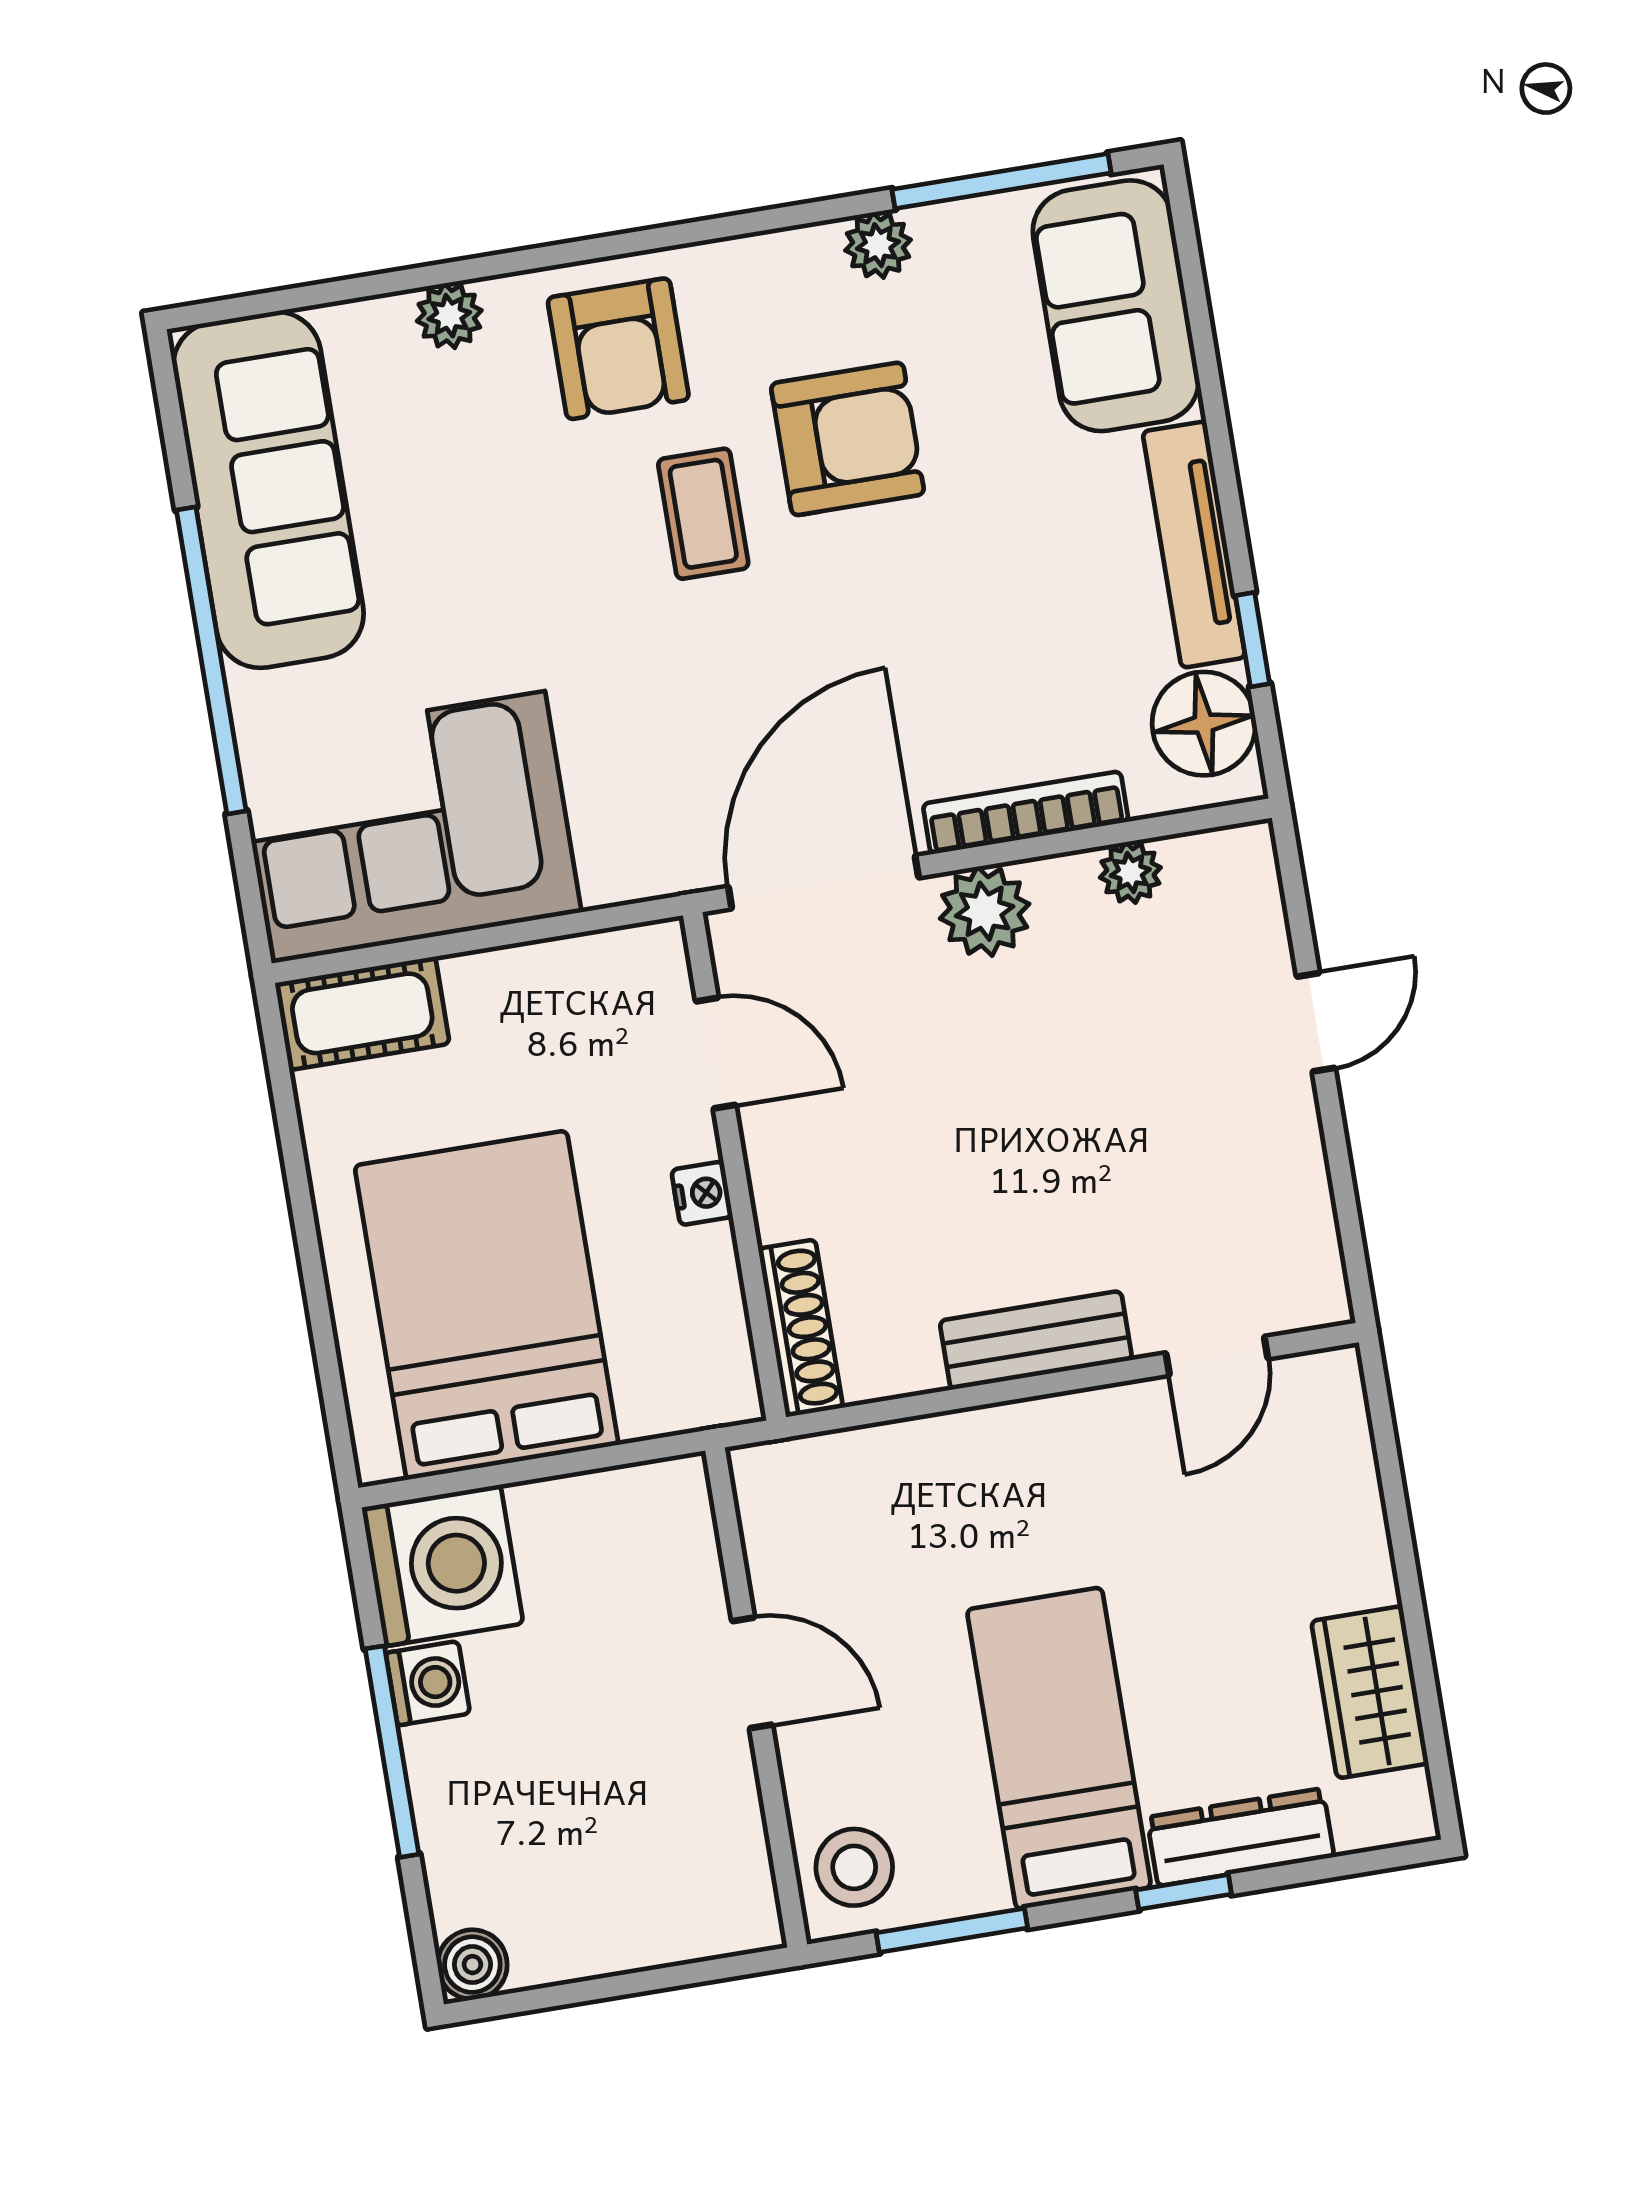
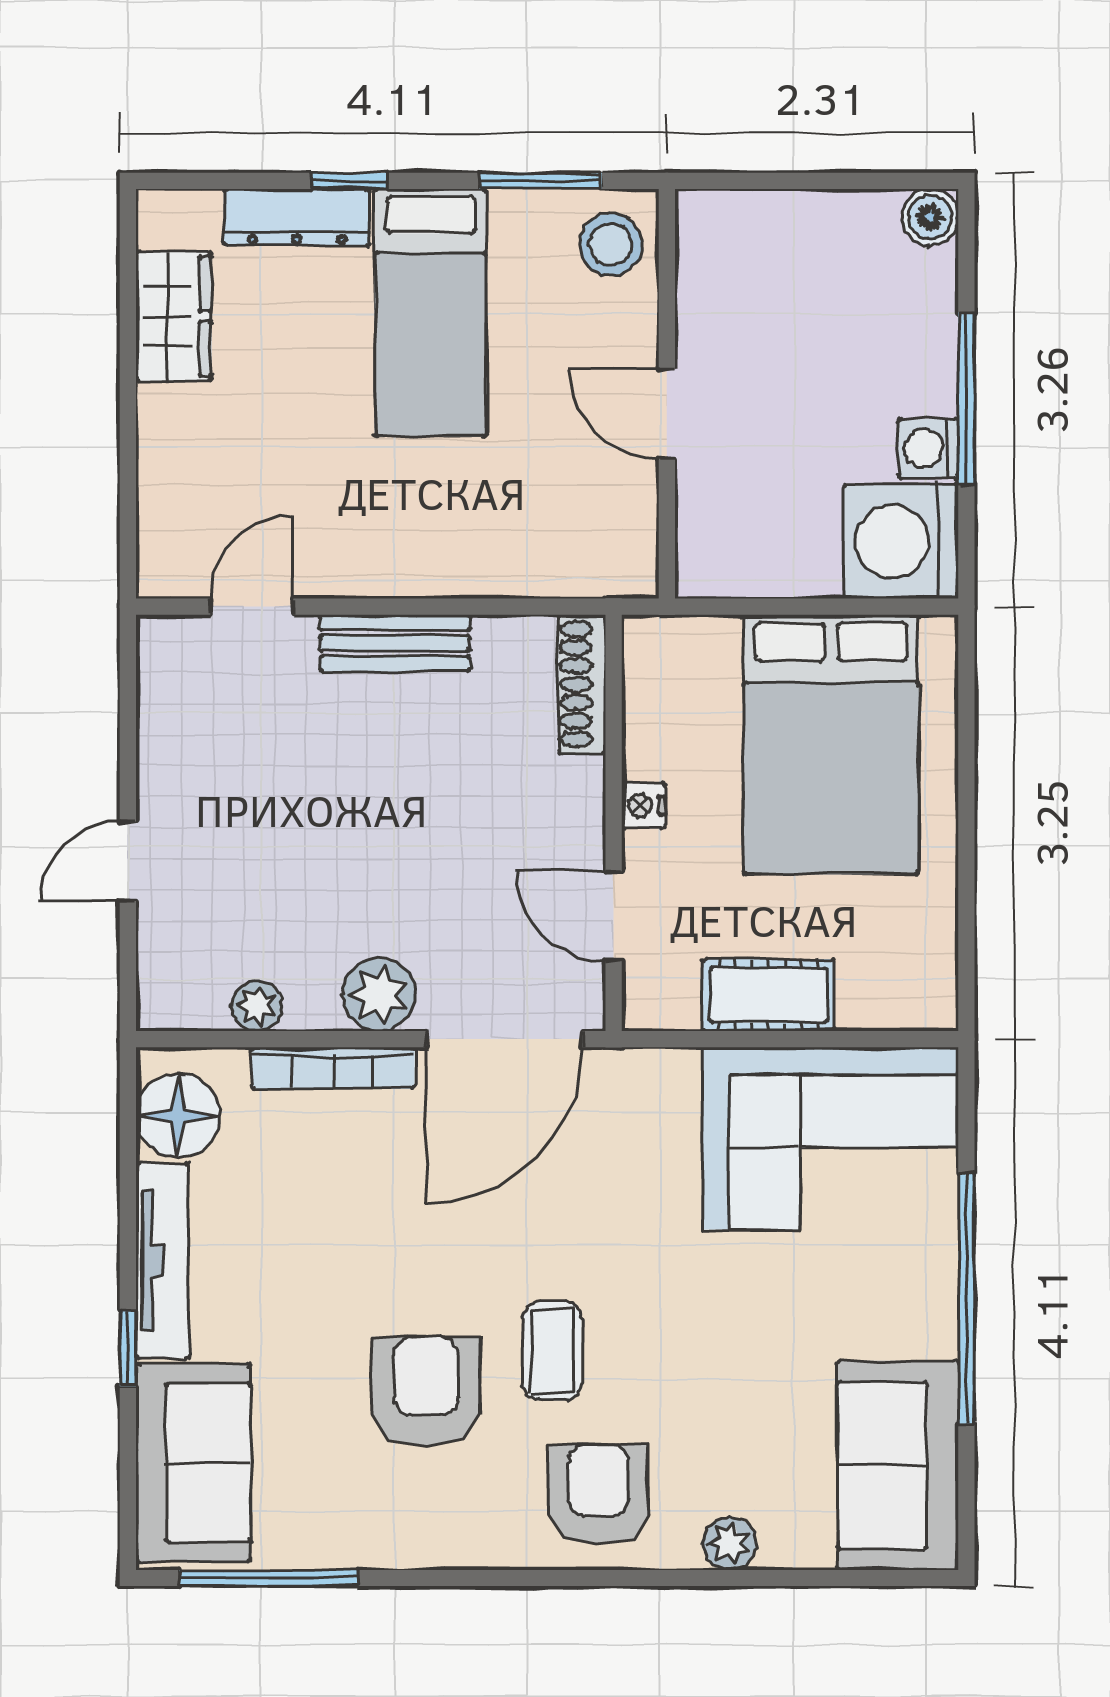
plant: (878, 245) -> (376, 1543), removed
armchair: (848, 439) -> (426, 1392), turned 90
sofa: (268, 490) -> (898, 1465), width x0.73
window: (1252, 640) -> (128, 1348), moved
cot: (362, 1013) -> (768, 995), moved

